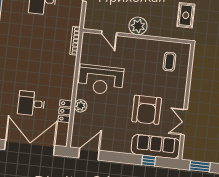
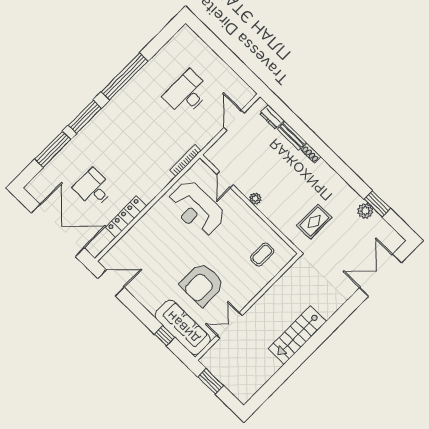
plant: (138, 26) -> (255, 199), width x0.53, depth x0.53
reception desk: (101, 80) -> (196, 209), moved
plant: (81, 106) -> (140, 229), removed
locker: (65, 111) -> (126, 217), width x1.53

